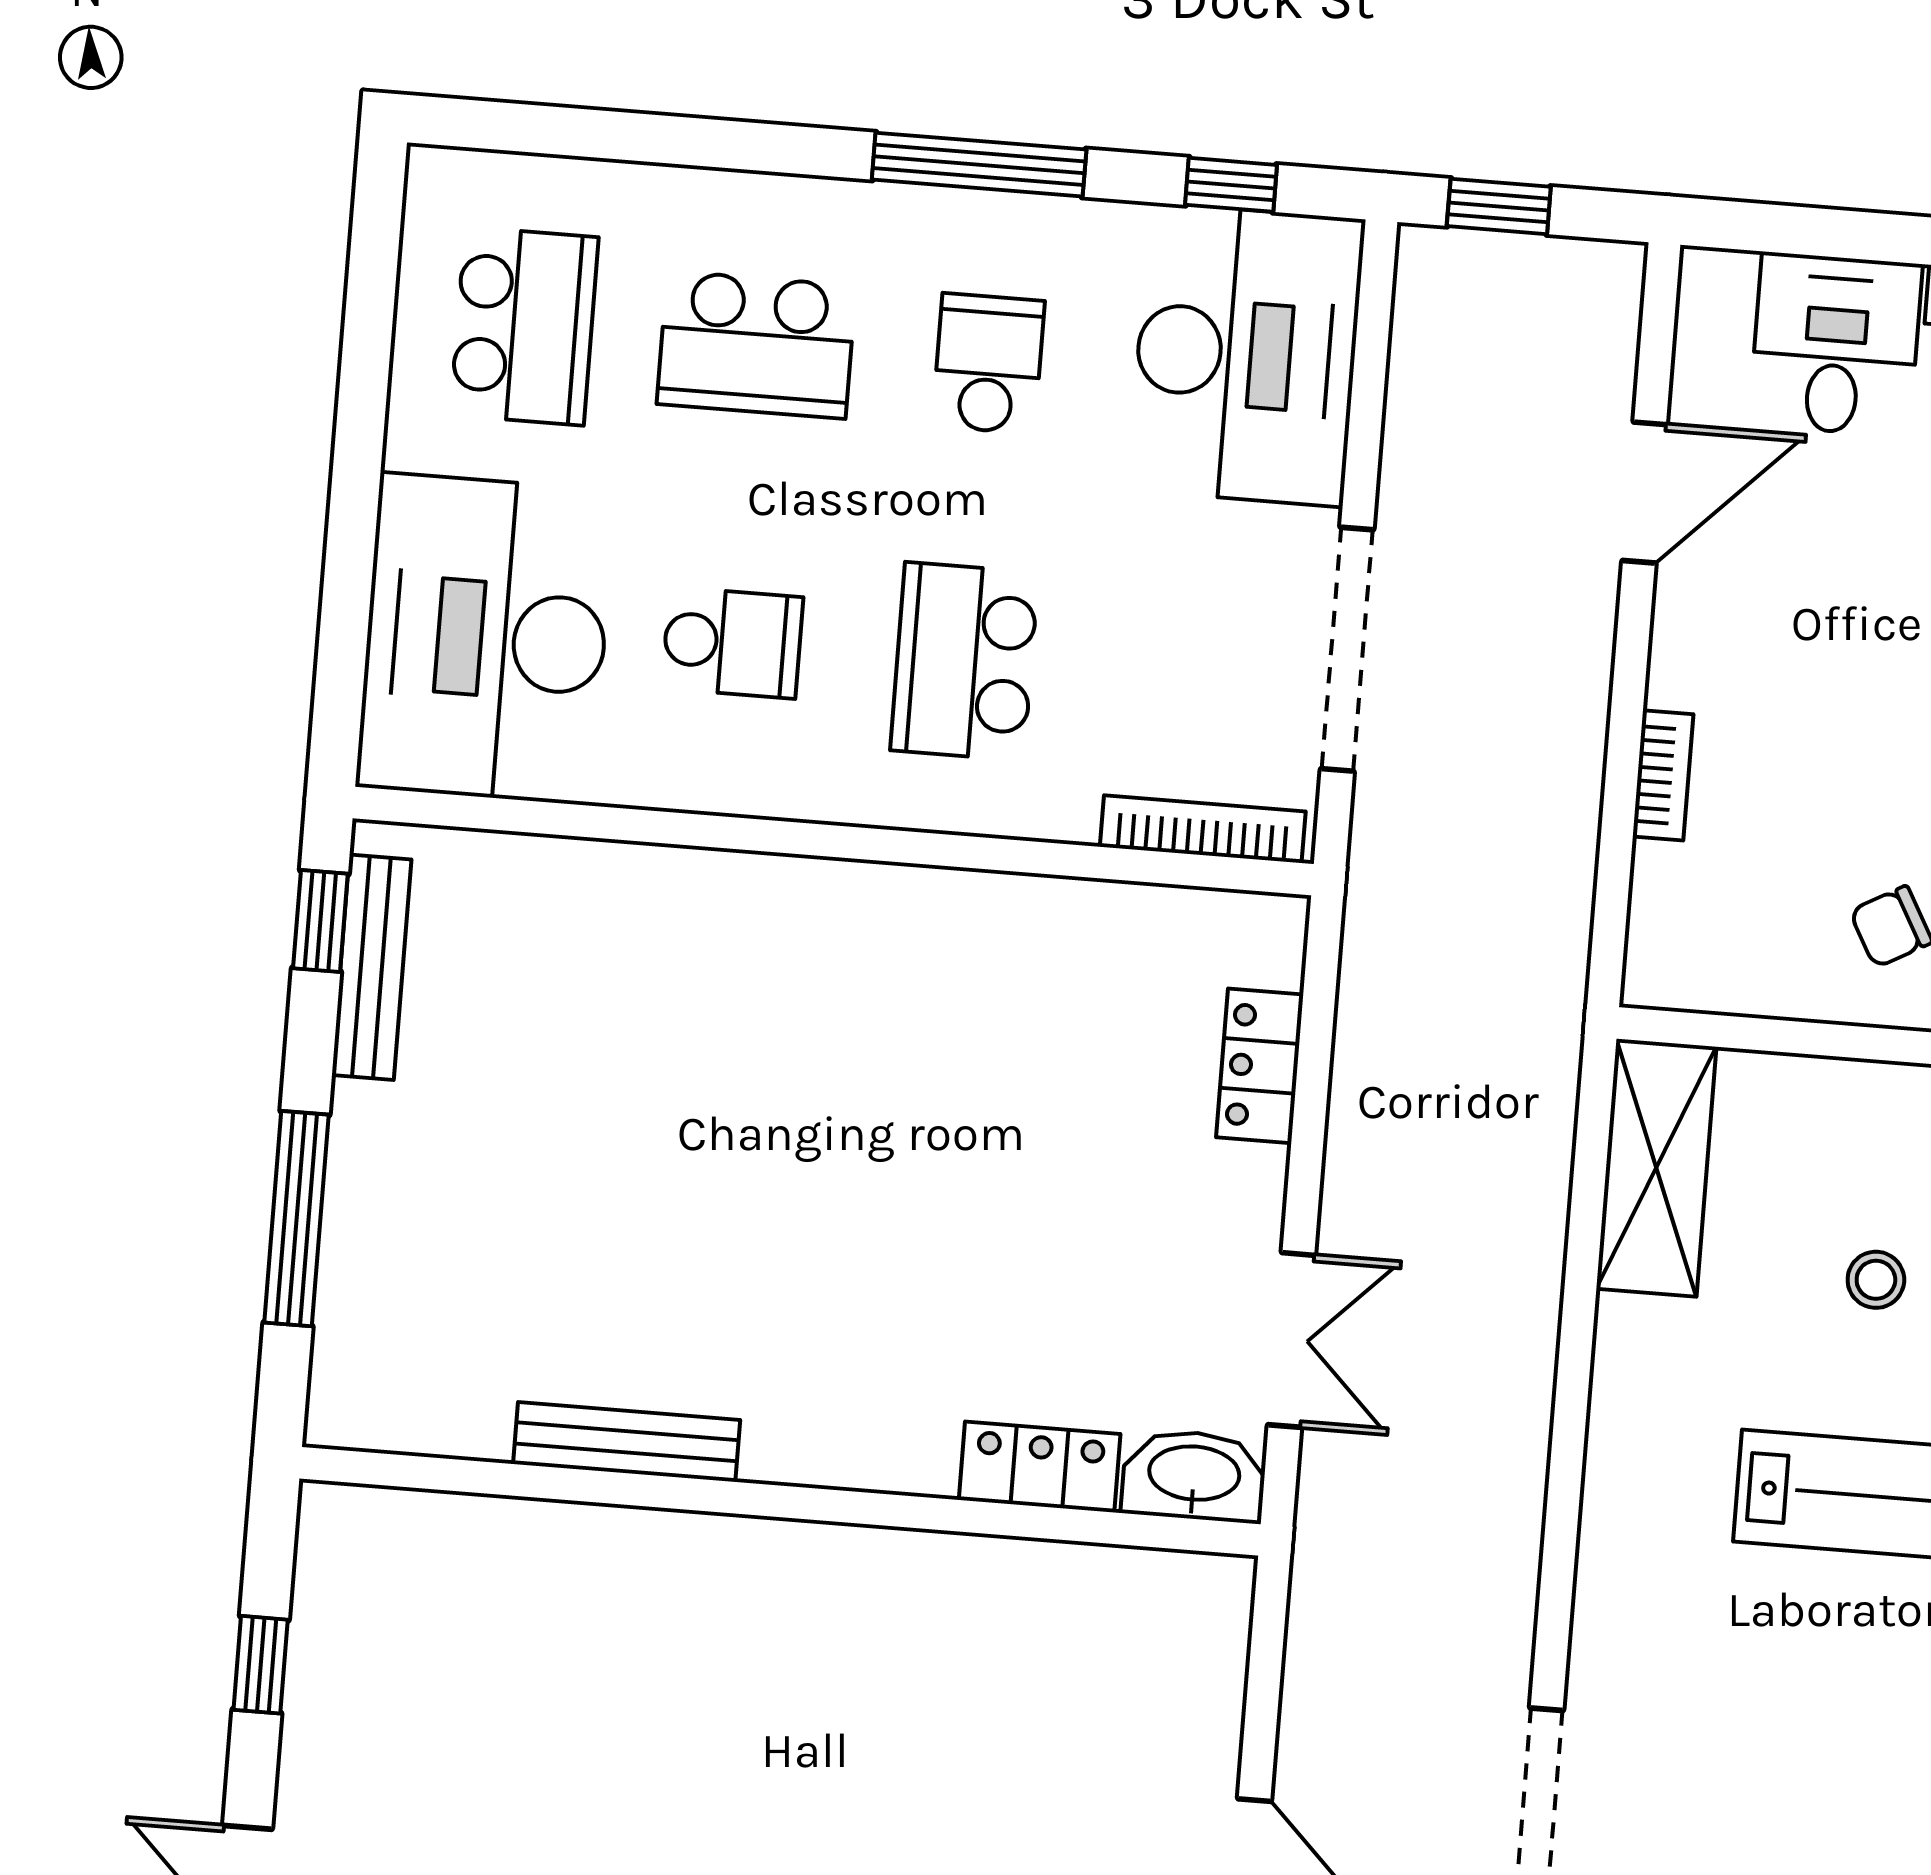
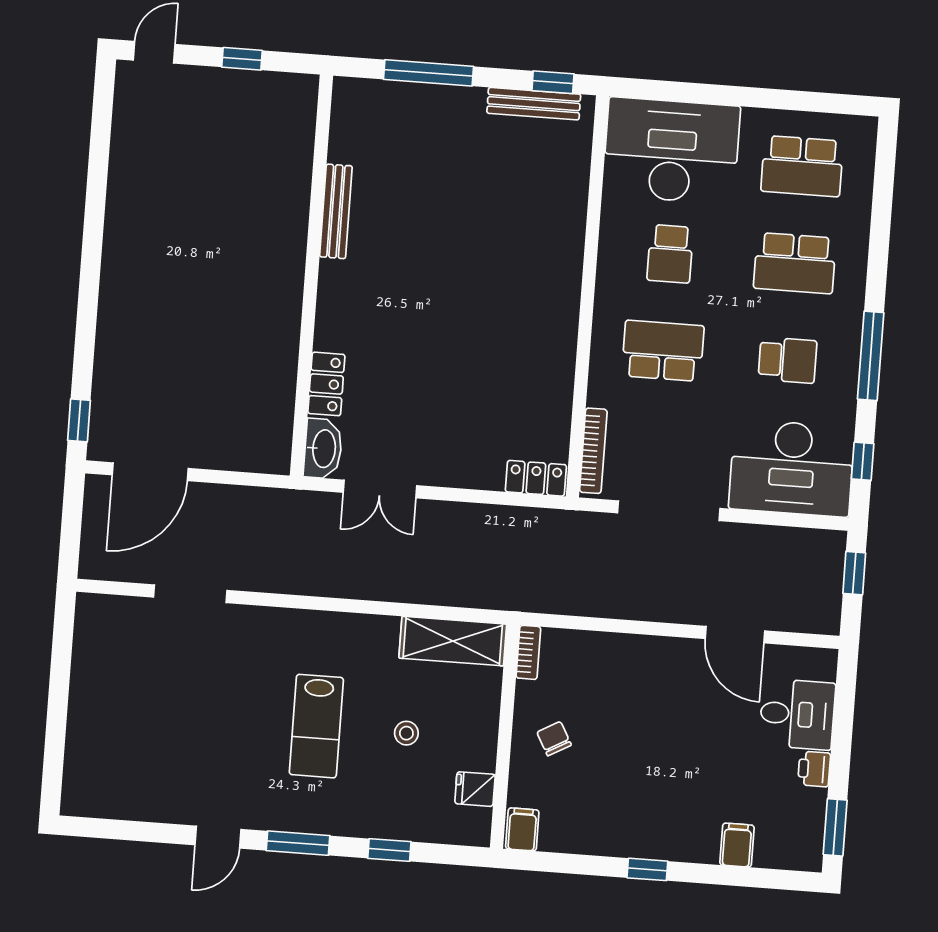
school desk: (756, 345) -> (795, 263), turned -90
bookcase: (1663, 775) -> (528, 652), moved, turned -90
locker: (1260, 1066) -> (536, 478), moved

